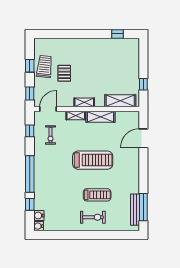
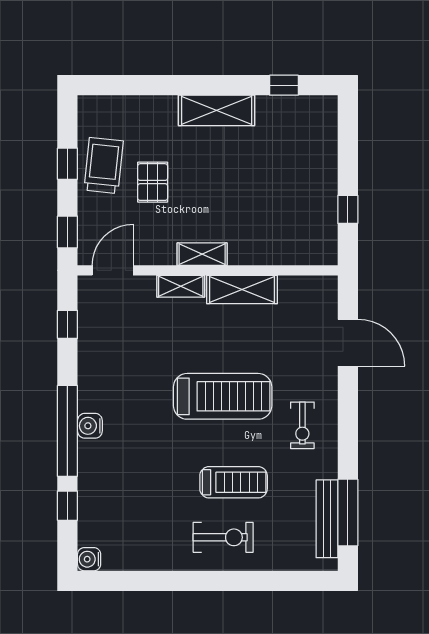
shelving: (120, 101) -> (217, 110), moved
exercise bike: (51, 135) -> (302, 425), moved
door: (143, 138) -> (348, 343), swing flipped
water cooler: (39, 215) -> (90, 426), moved

